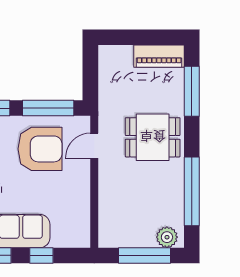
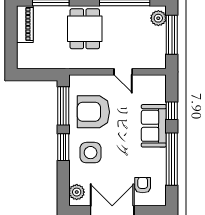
door: (94, 146) -> (123, 72), moved
armchair: (40, 149) -> (93, 112), turned -90

